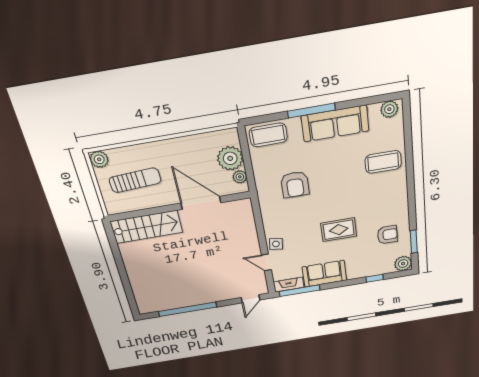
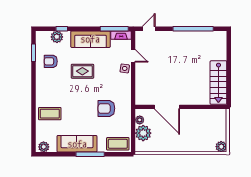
sun lounger: (135, 180) -> (204, 129), removed
armchair: (295, 185) -> (106, 108), turned -90
stairs: (146, 227) -> (218, 83), moved, turned -90
plant: (403, 264) -> (57, 37), moved
sofa: (324, 274) -> (90, 39), width x1.36

